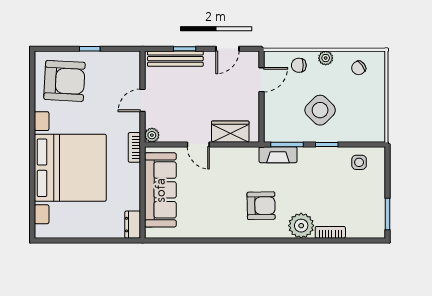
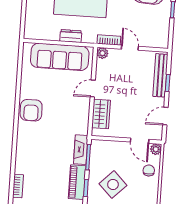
door: (227, 49) -> (165, 116), hinge flipped
plant: (326, 58) -> (156, 149), moved
bookcase: (134, 147) -> (109, 40), moved
piano: (320, 157) -> (77, 182), added
armchair: (261, 206) -> (31, 110), moved
dresser: (133, 225) -> (71, 36), moved
plant: (301, 226) -> (25, 164), removed

